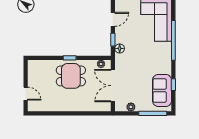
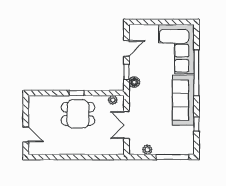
double door: (113, 86) -> (126, 125), width x0.73
sofa: (162, 90) -> (183, 100), moved, width x1.36

